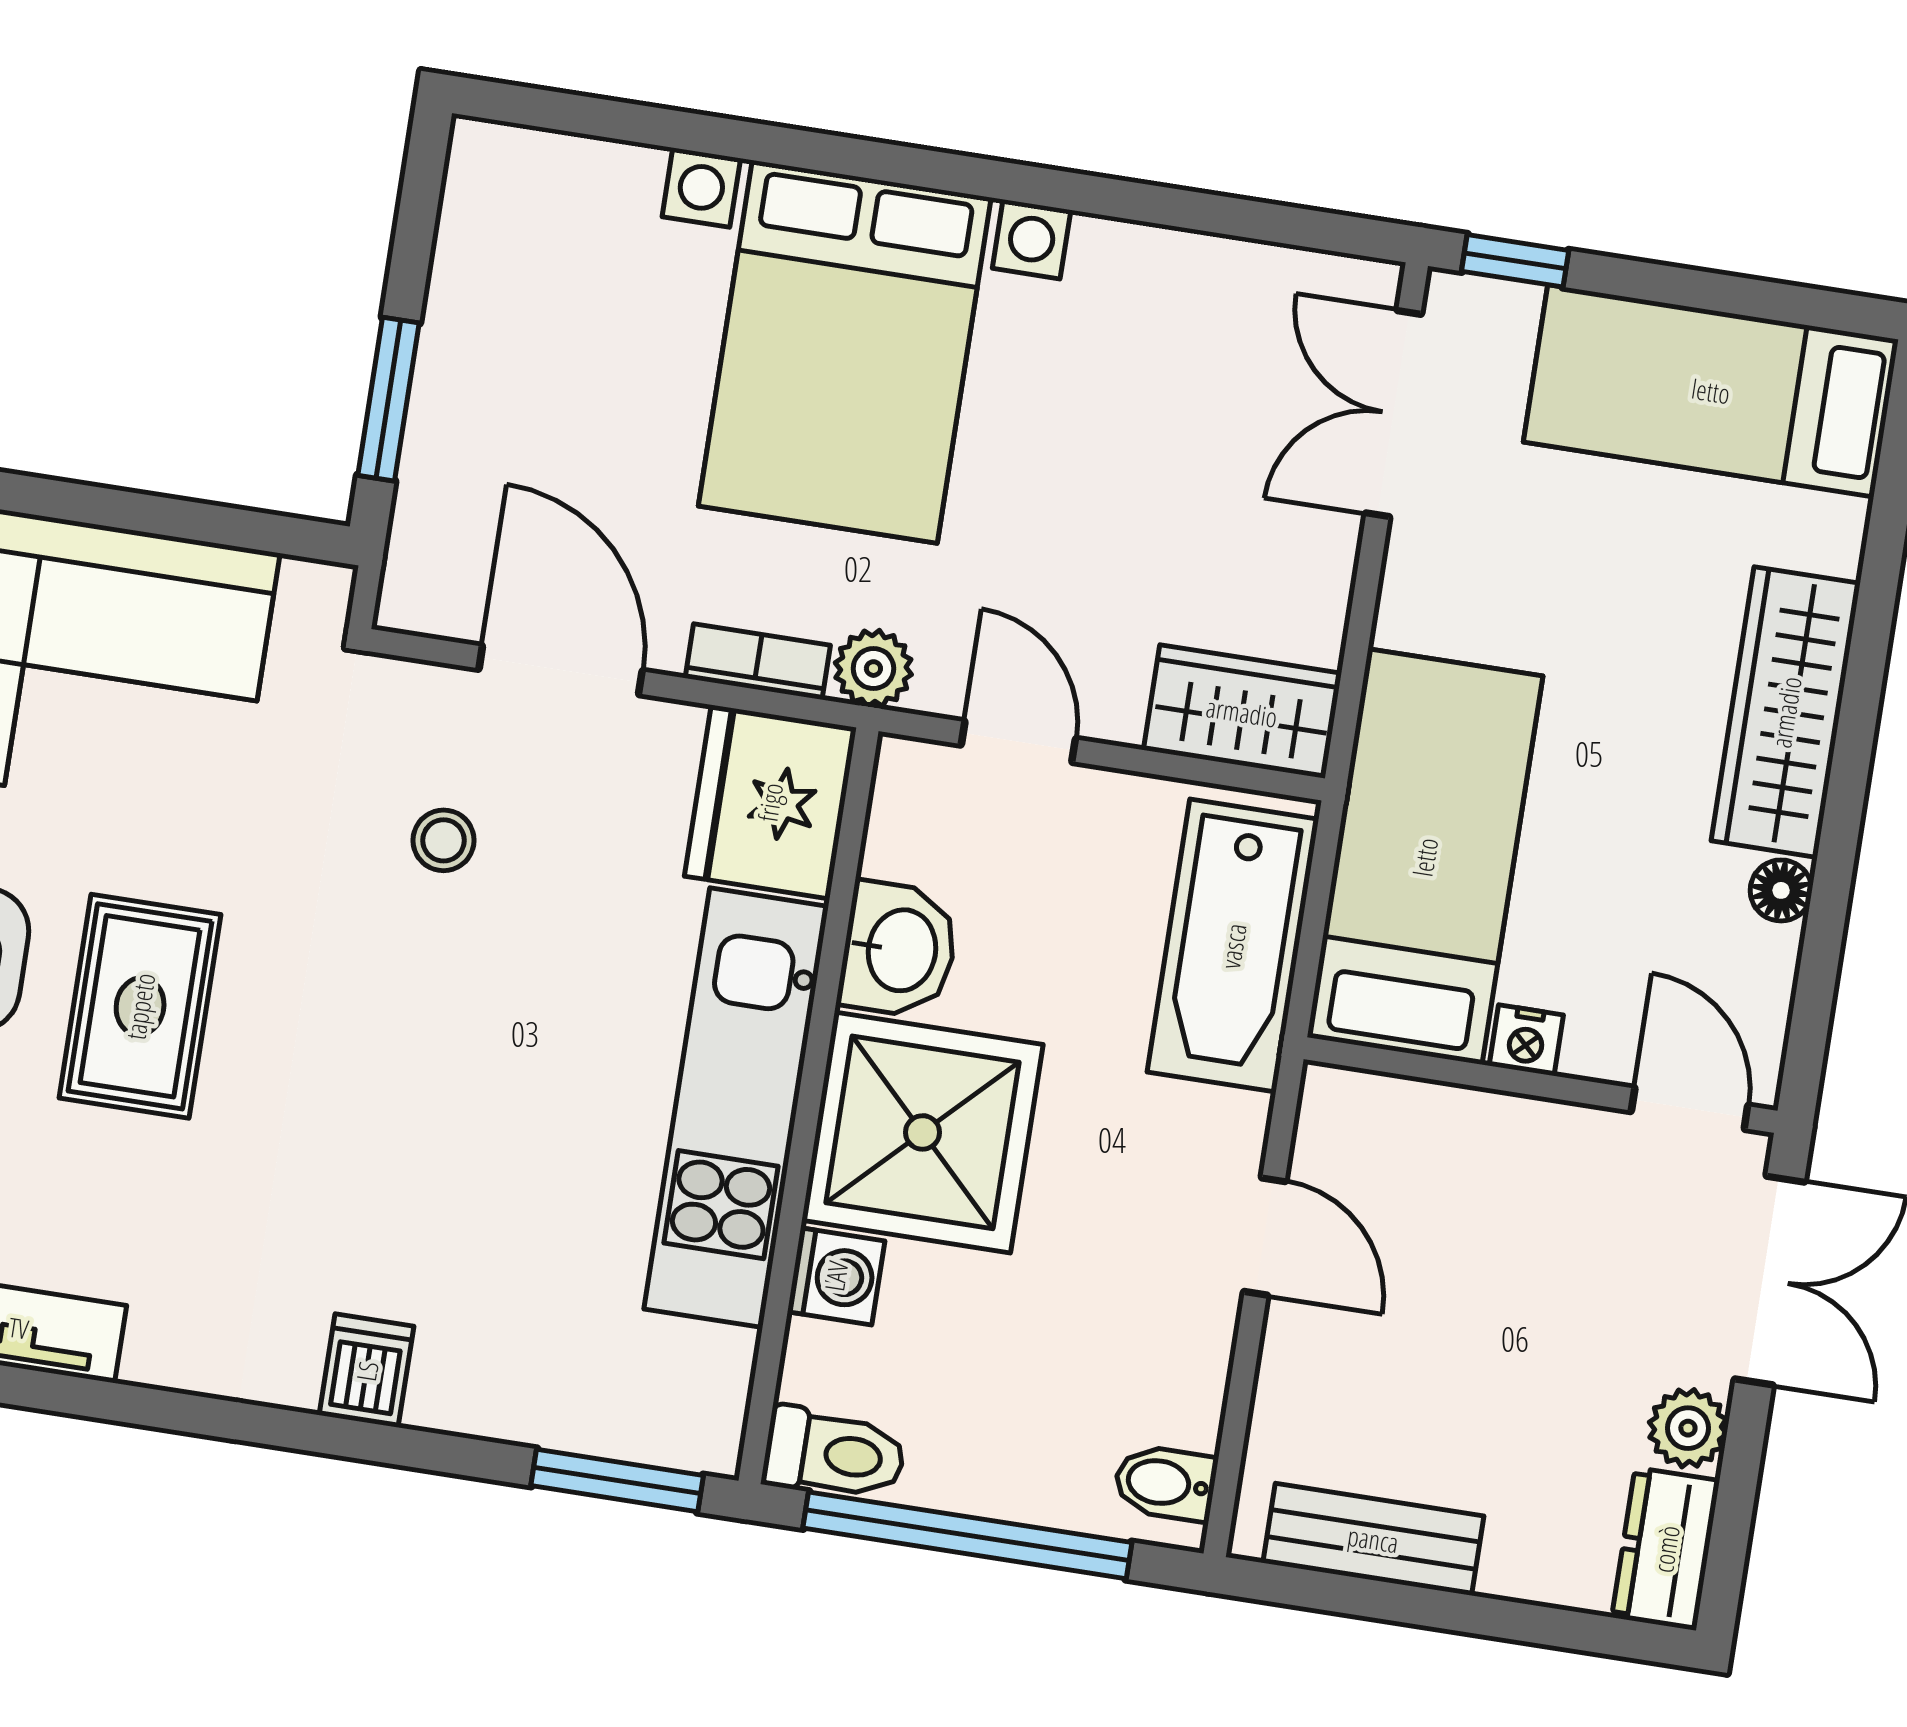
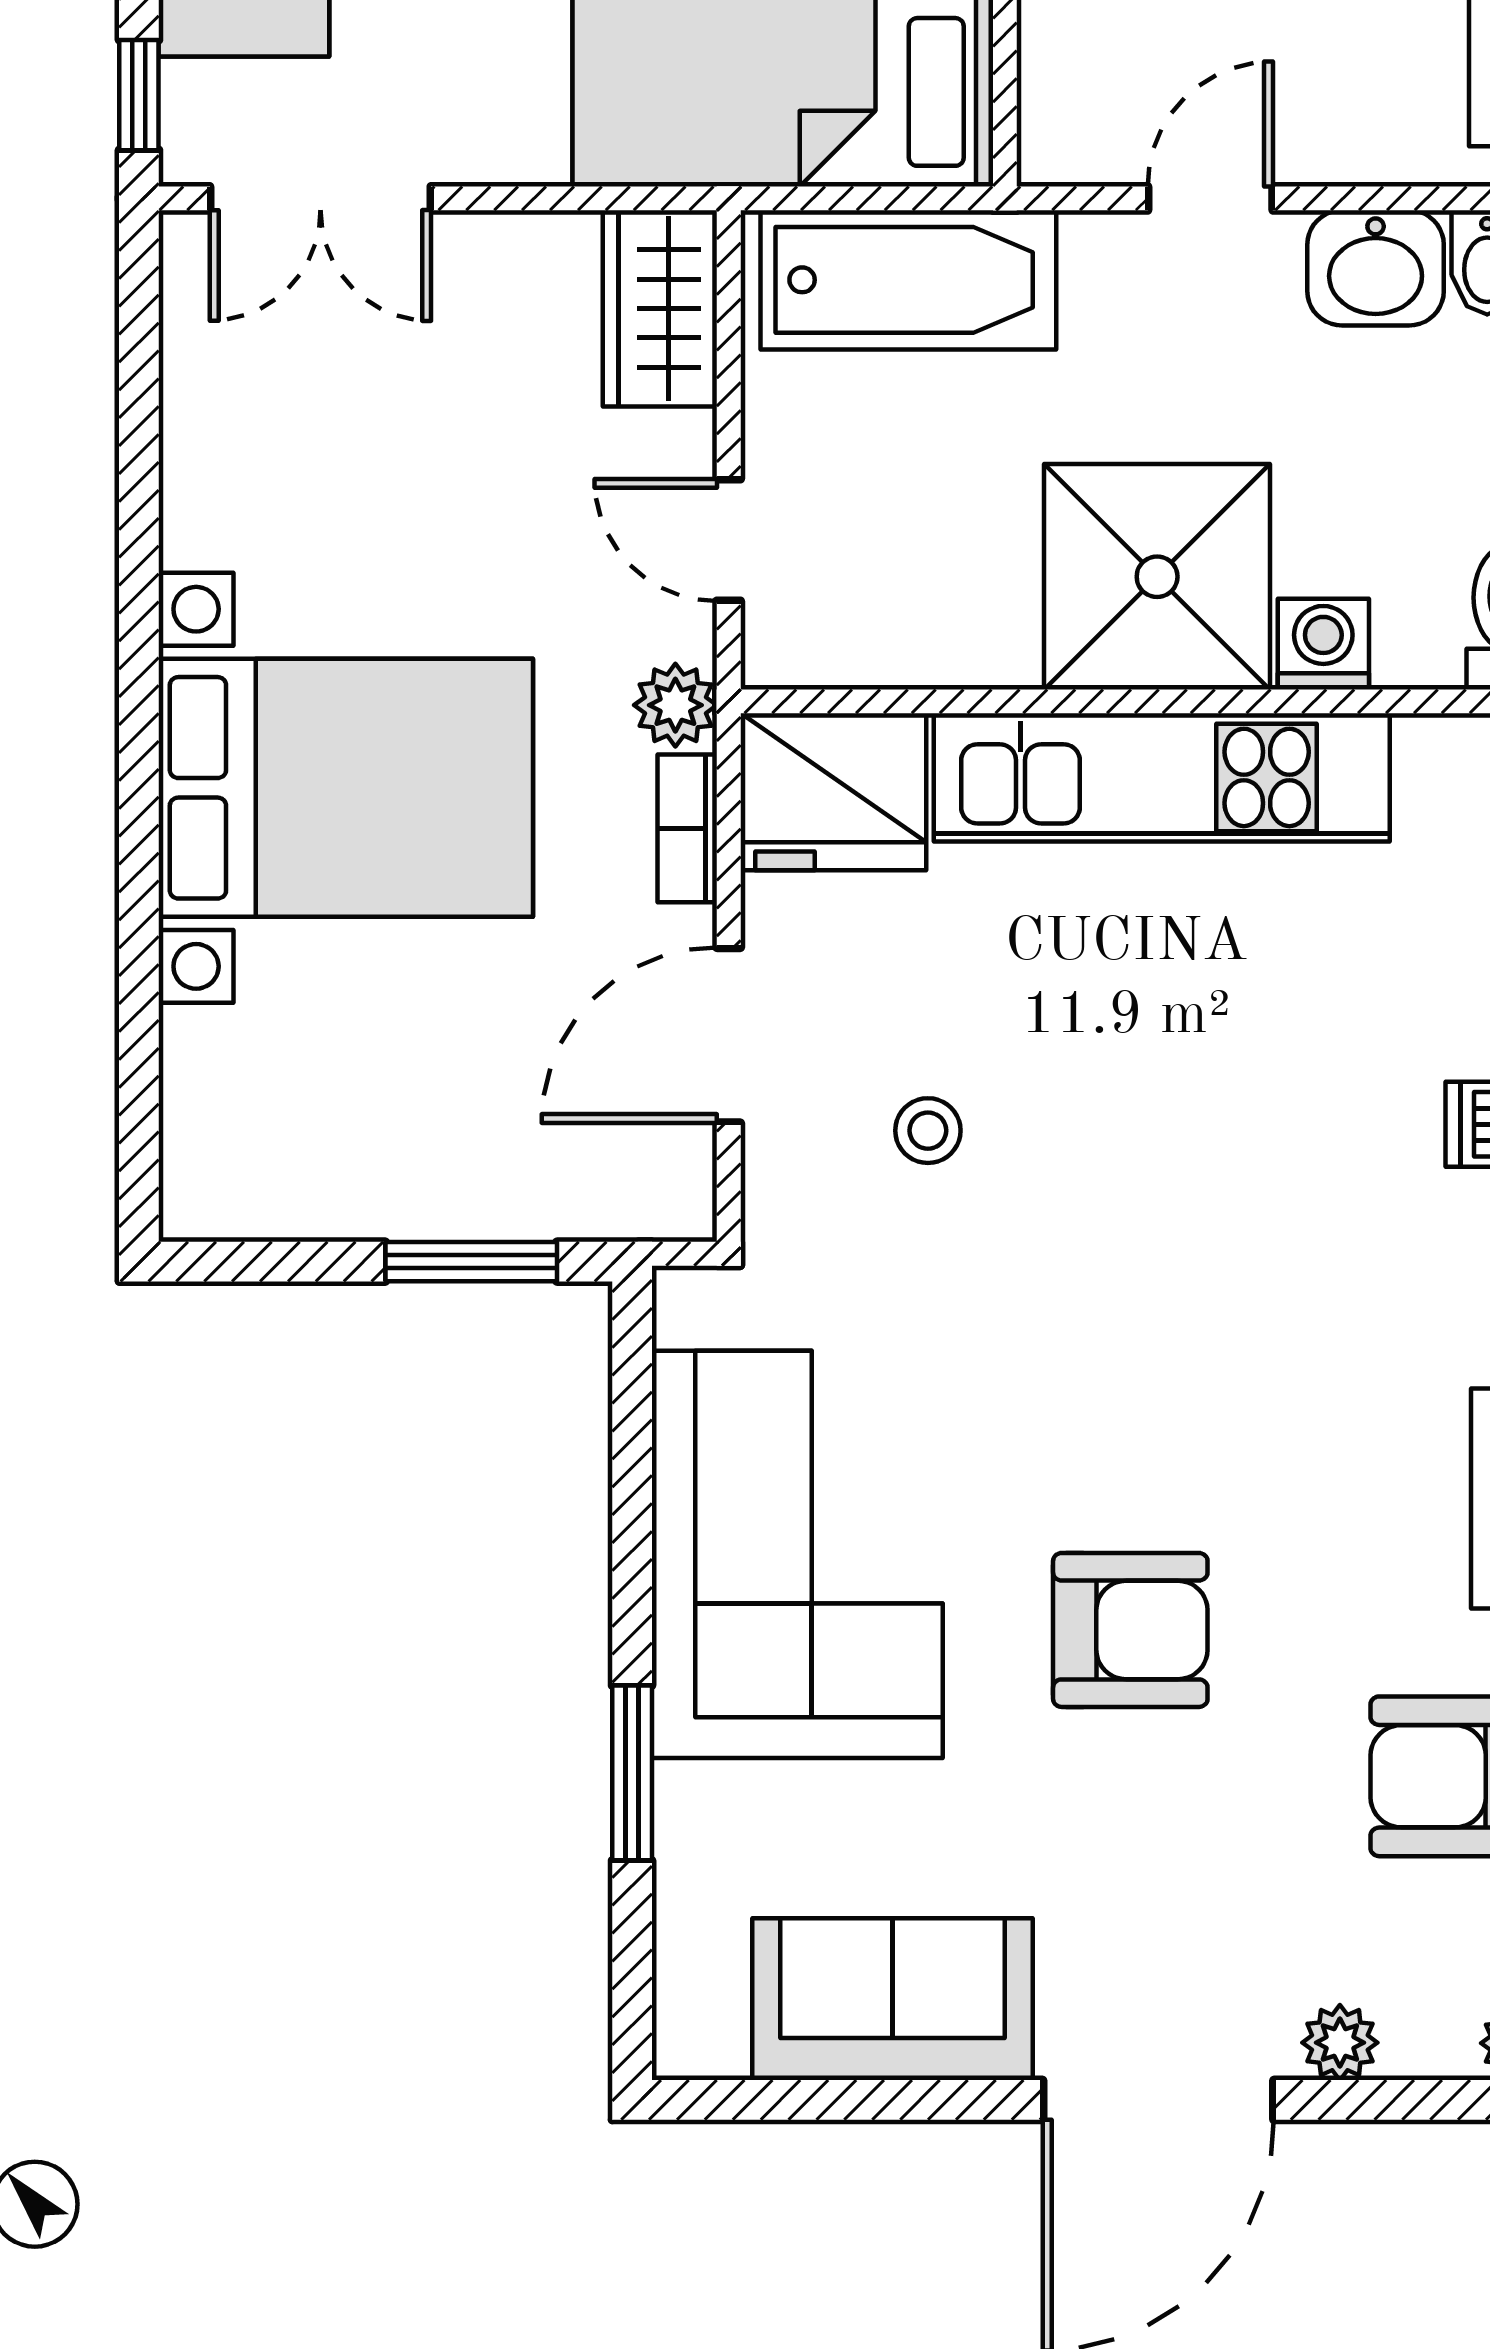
door: (1018, 742) -> (729, 540), hinge flipped
washbasin: (899, 950) -> (1376, 268), moved, turned 180
rug: (140, 1006) -> (1153, 1424), removed

